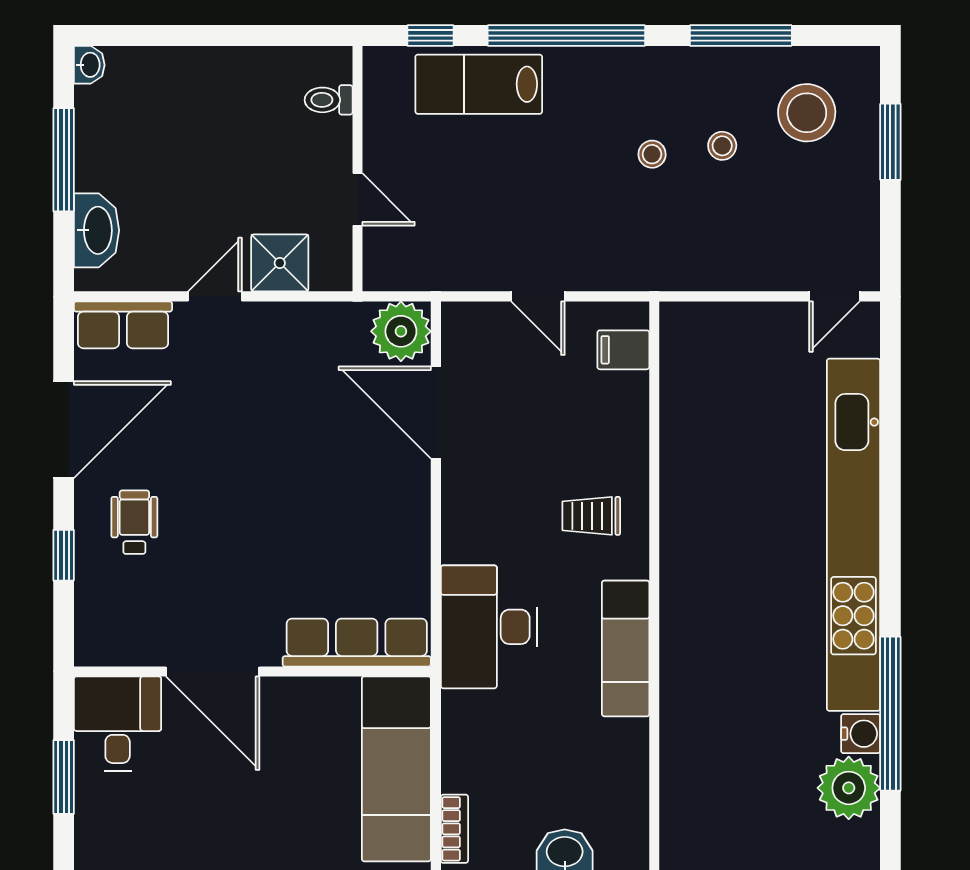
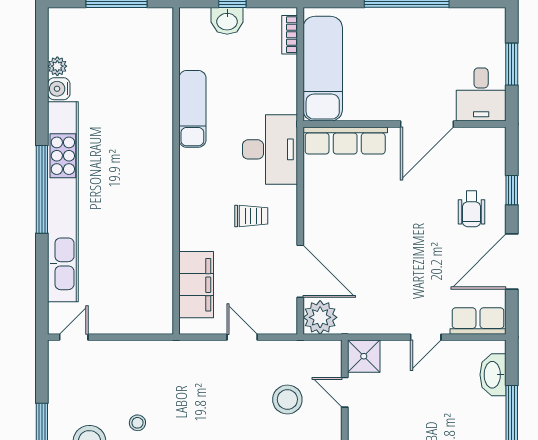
stool: (652, 154) -> (287, 399), moved, width x1.89, depth x1.89
shower: (280, 263) -> (364, 356), moved
filing cabinet: (623, 350) -> (196, 285), width x3.00, depth x1.17
trolley: (591, 516) -> (251, 216), moved
exam couch: (626, 648) -> (192, 109), moved
door: (213, 672) -> (427, 124), swing flipped
window: (890, 714) -> (42, 189), moved
plant: (849, 788) -> (57, 66), width x0.53, depth x0.53

